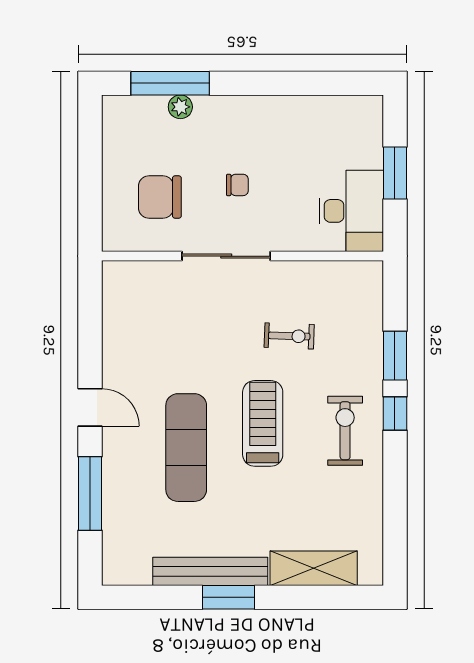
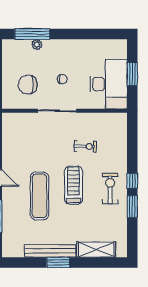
desk: (351, 211) -> (109, 84), width x1.36, depth x1.30
window: (395, 356) -> (132, 207), moved

